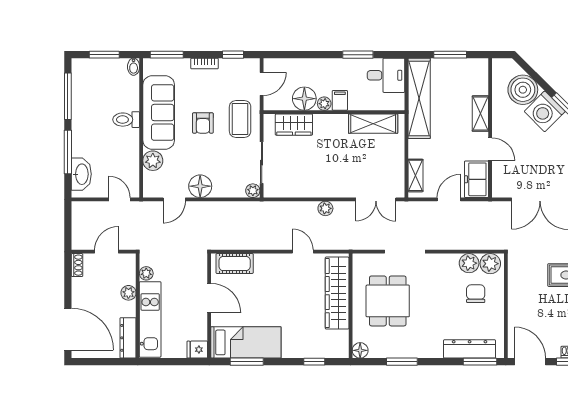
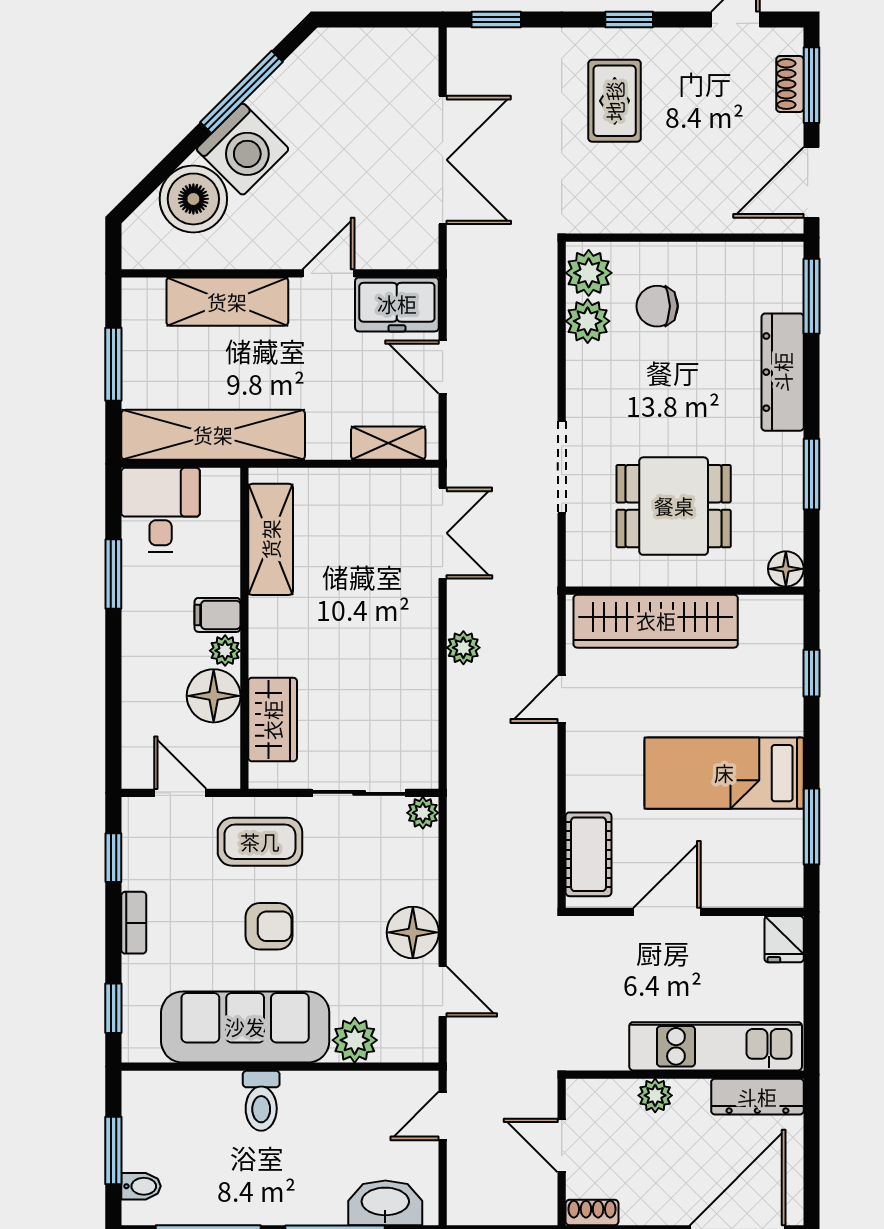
window: (167, 55) -> (113, 1008), width x0.67
bidet: (134, 67) -> (141, 1186), moved
shelving: (480, 114) -> (227, 302), width x1.50, depth x1.33
plant: (146, 273) -> (611, 1055), removed
bed: (246, 342) -> (724, 773), moved, turned -90
dresser: (470, 349) -> (783, 372), moved

